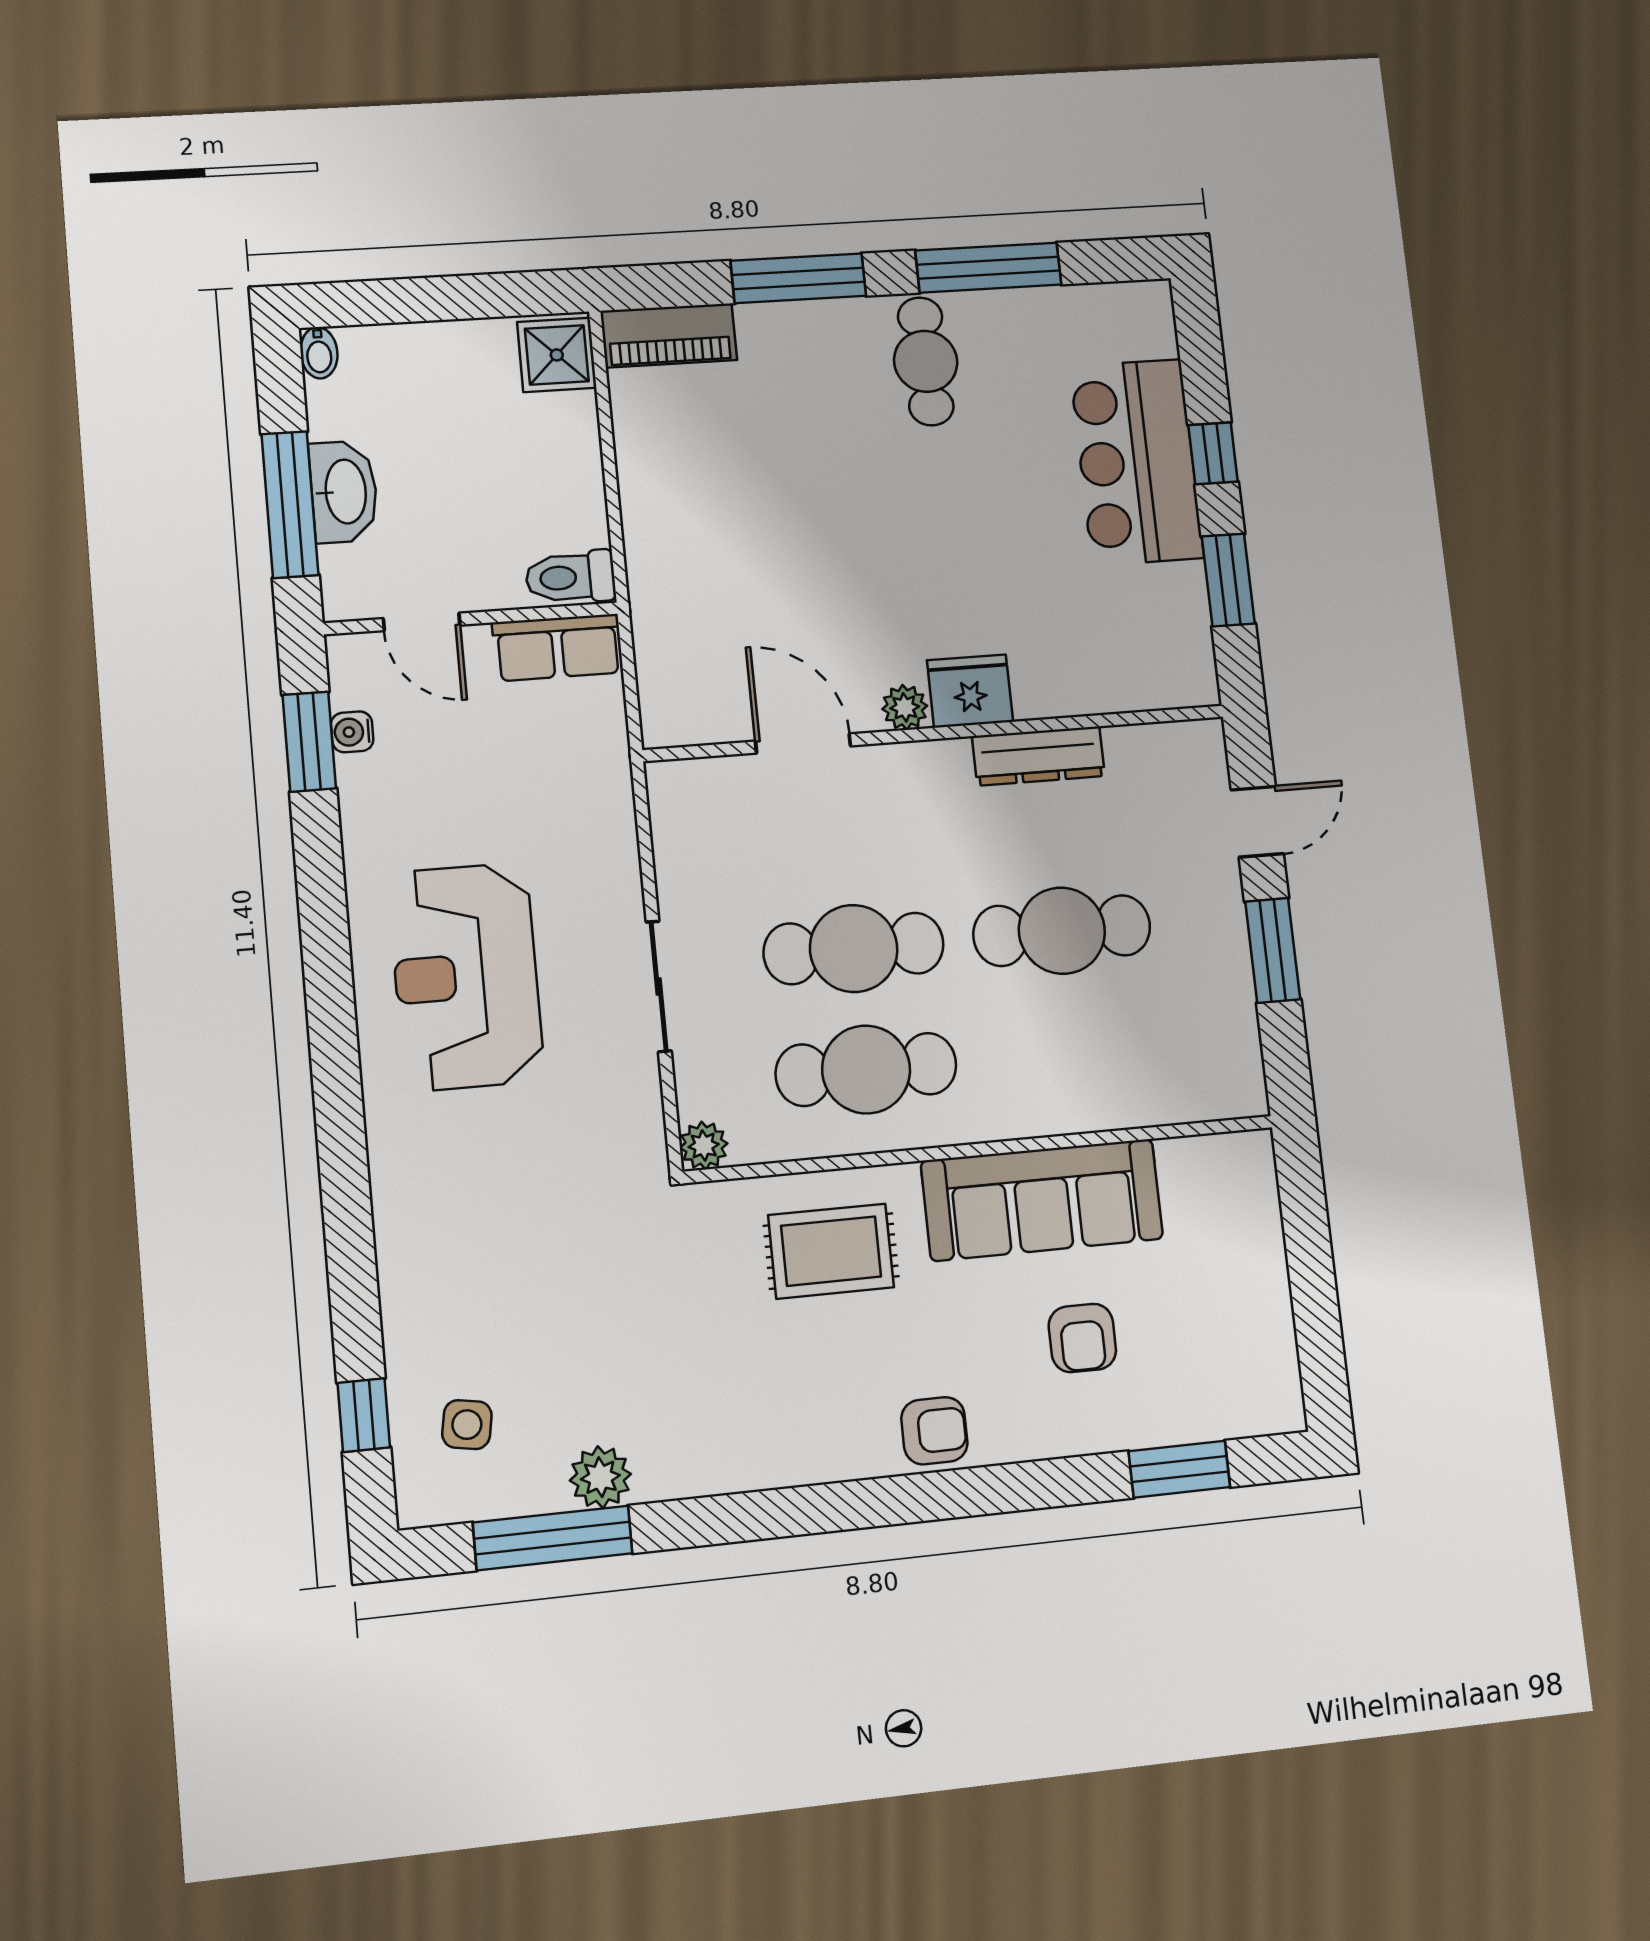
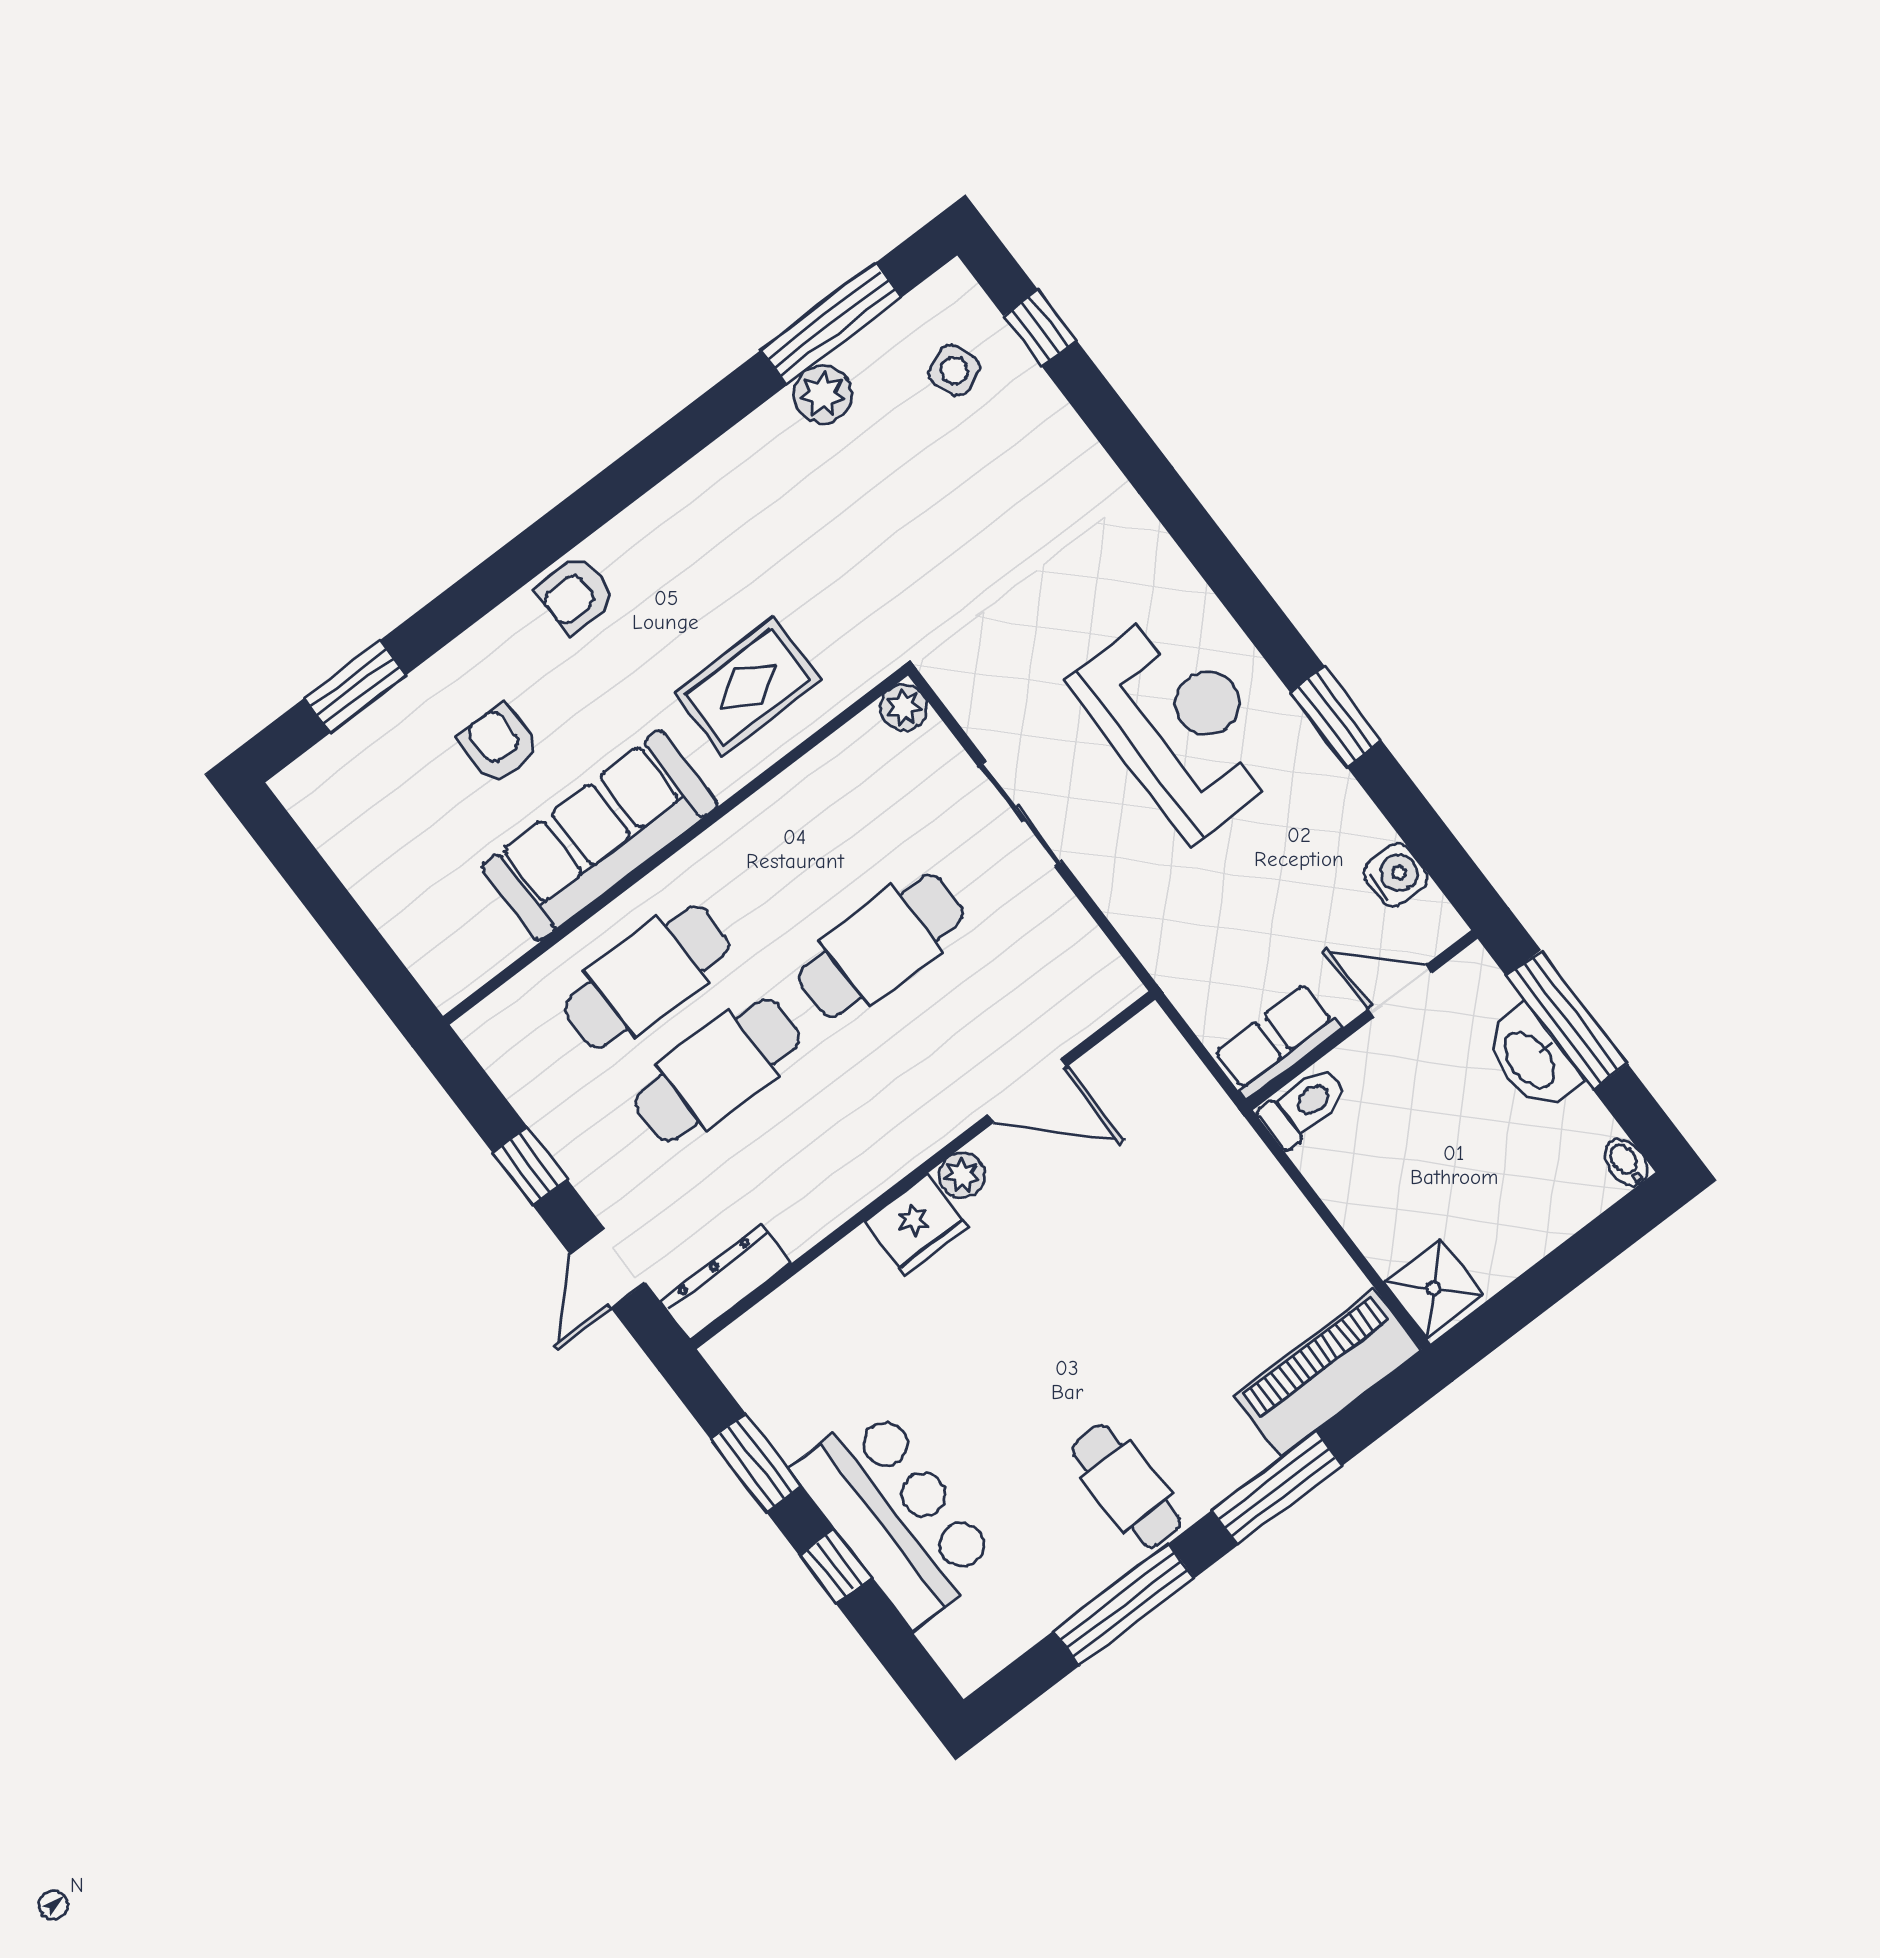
piano: (669, 335) -> (1328, 1373), width x1.37, depth x1.33
water cooler: (352, 732) -> (1396, 875), width x1.38, depth x1.38
window: (309, 742) -> (1336, 717), moved
dresser: (1039, 756) -> (726, 1282), moved
window: (1273, 950) -> (530, 1166), width x0.67
cafe table: (866, 1069) -> (646, 977), moved
side table: (467, 1425) -> (954, 370), turned -33

